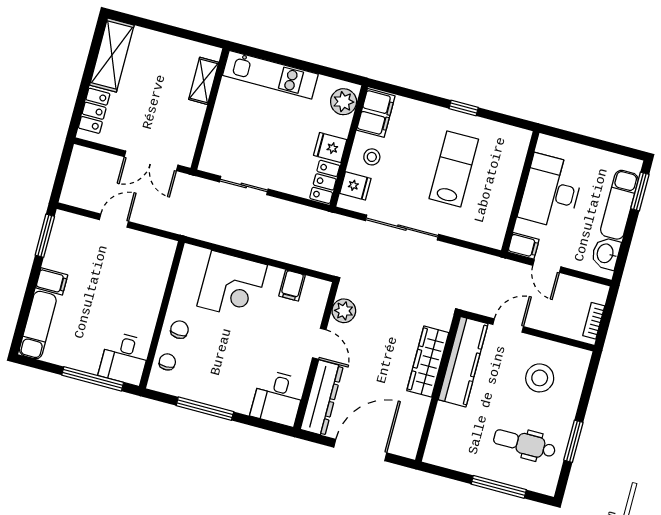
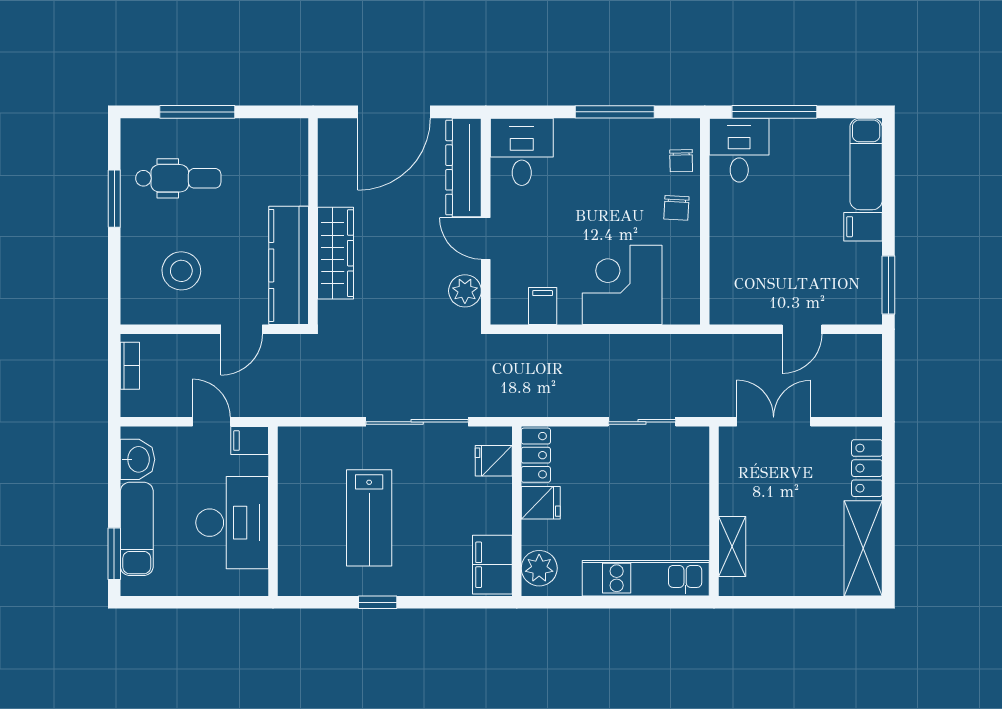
stool: (372, 157) -> (482, 505), removed

